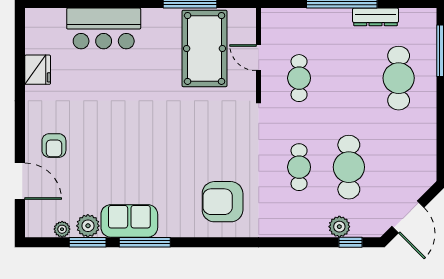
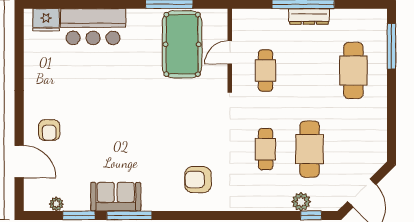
dresser: (376, 17) -> (309, 16), moved
door: (259, 58) -> (230, 53), hinge flipped
fridge: (38, 70) -> (46, 20), moved, turned 90
armchair: (223, 202) -> (198, 180), width x0.73, depth x0.73
plant: (88, 226) -> (79, 201), removed

